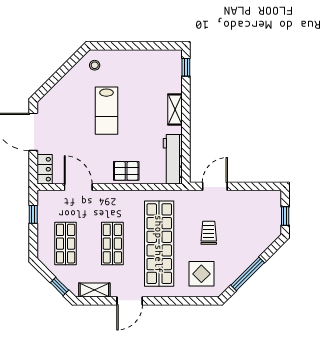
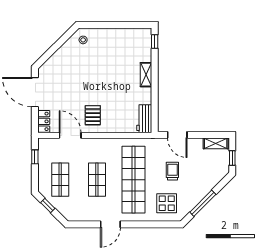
lab bench: (106, 111) -> (92, 75), removed
workbench: (173, 159) -> (144, 119), width x0.73
pallet: (126, 171) -> (93, 115), moved, turned 90
door: (215, 186) -> (177, 135), swing flipped
window: (59, 286) -> (48, 205), moved
shelving: (94, 290) -> (216, 143), moved

